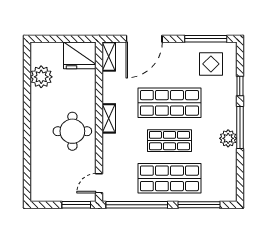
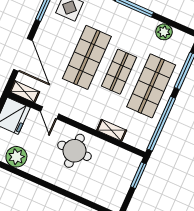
shelving: (109, 118) -> (112, 130), moved
plant: (228, 138) -> (164, 32), moved
door: (99, 183) -> (50, 113), moved

